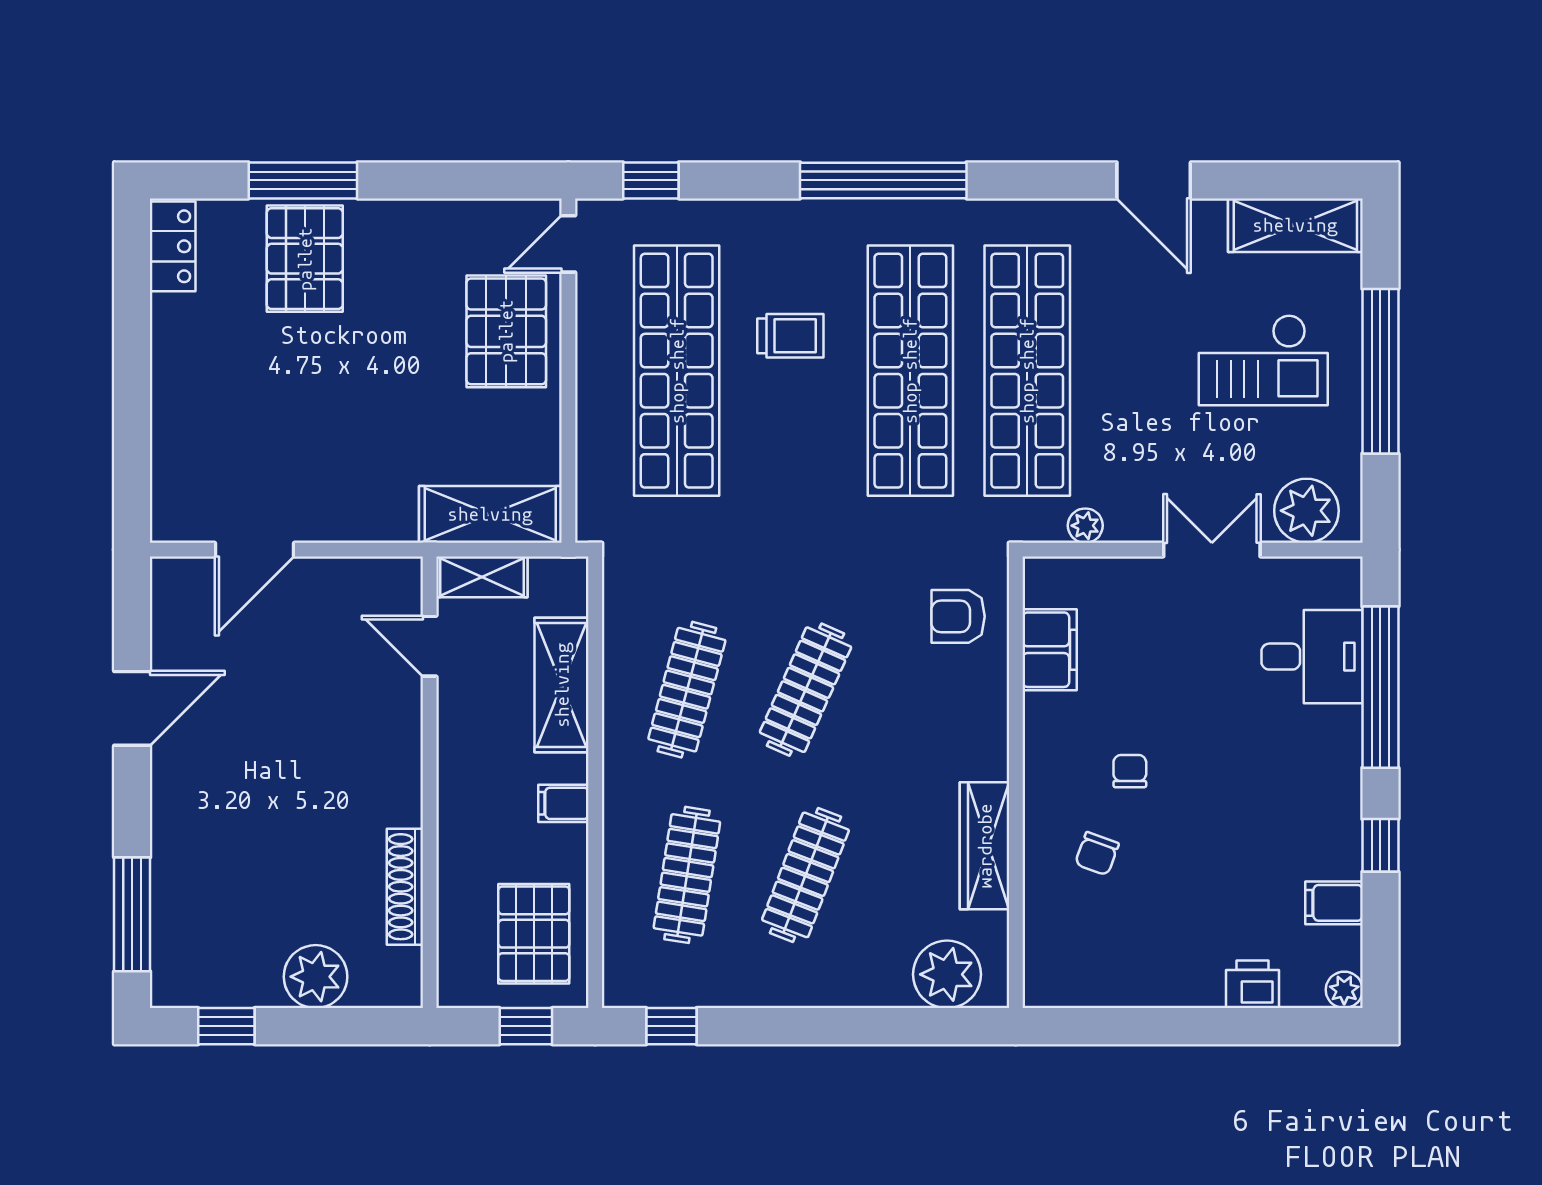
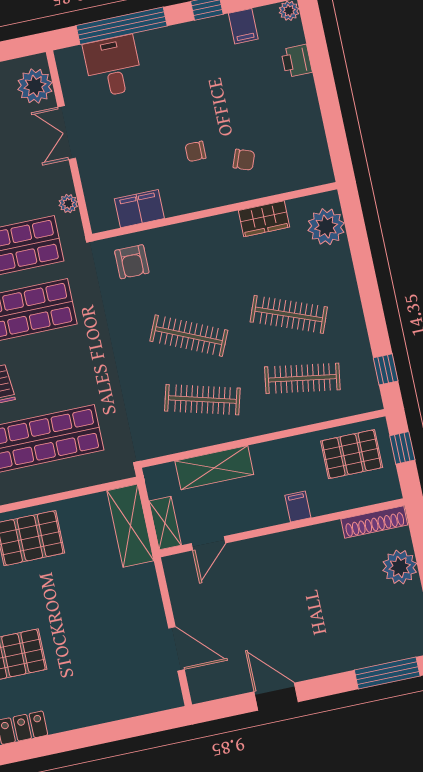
filing cabinet: (563, 803) -> (298, 506), moved, turned 180
wardrobe: (985, 846) -> (264, 219), width x0.67
shoe rack: (405, 887) -> (374, 522), moved

